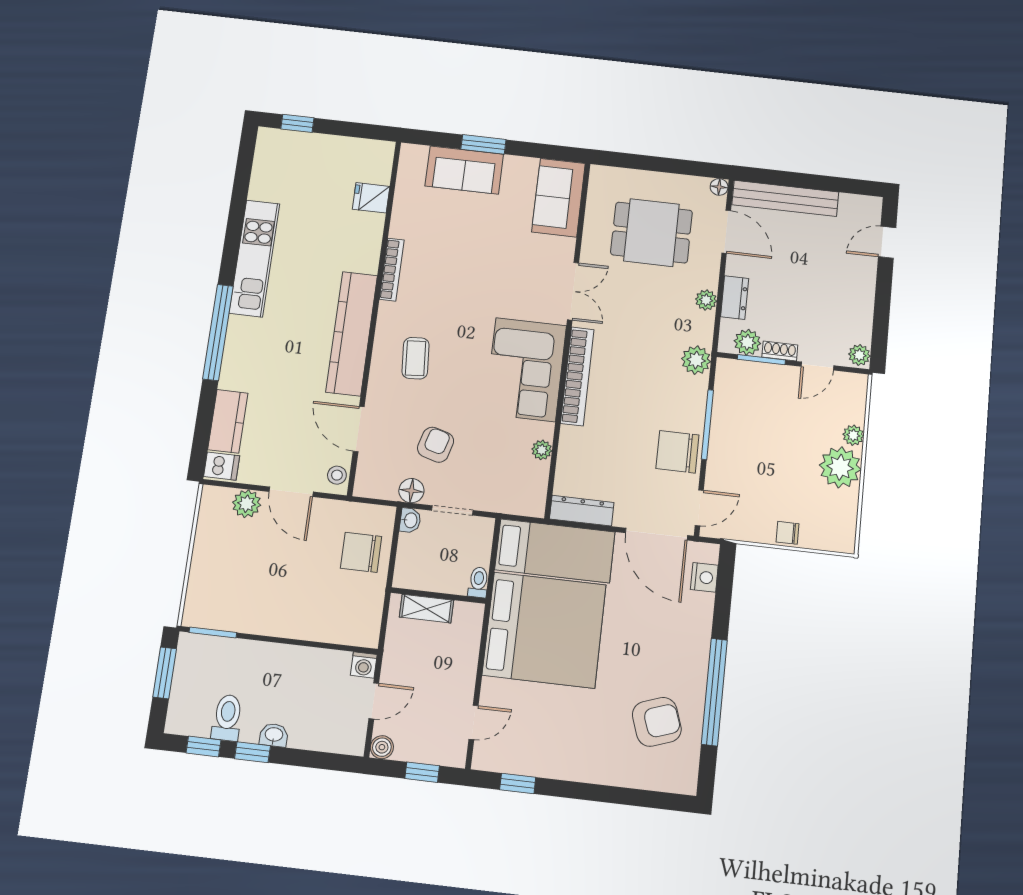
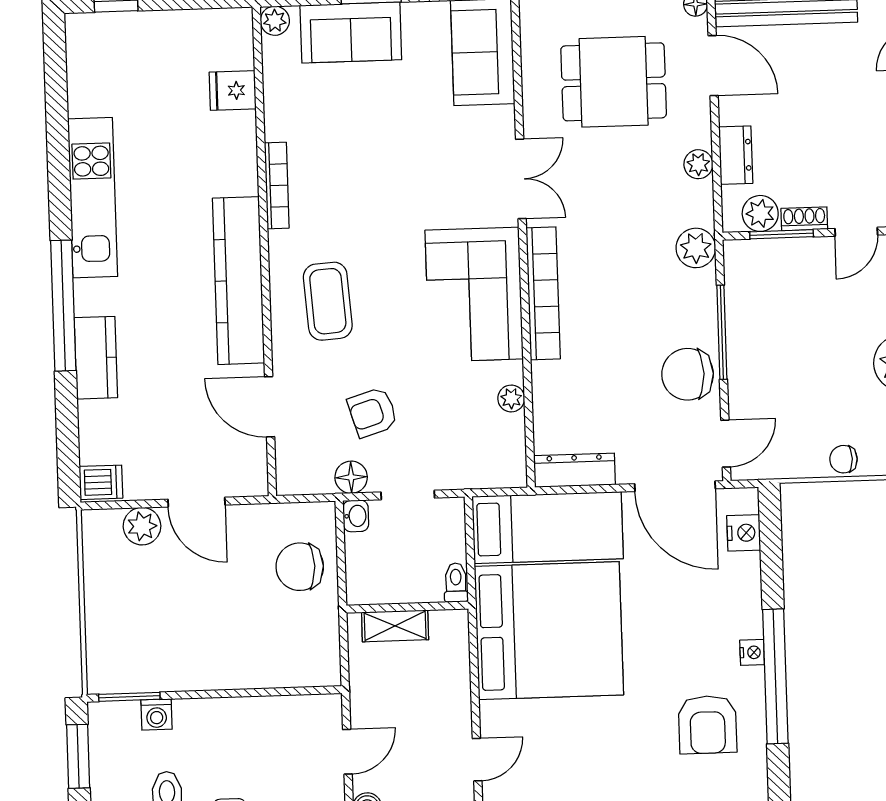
plant: (410, 154) -> (275, 21), added
coffee table: (416, 358) -> (328, 301), width x1.36, depth x1.30
kitchen counter: (228, 421) -> (96, 358), moved
armchair: (436, 445) -> (373, 412), turned -123
stool: (337, 475) -> (252, 471), removed
washing machine: (364, 665) -> (157, 715), moved
nightstand: (699, 671) -> (752, 652), added
armchair: (657, 722) -> (708, 725), turned 109

